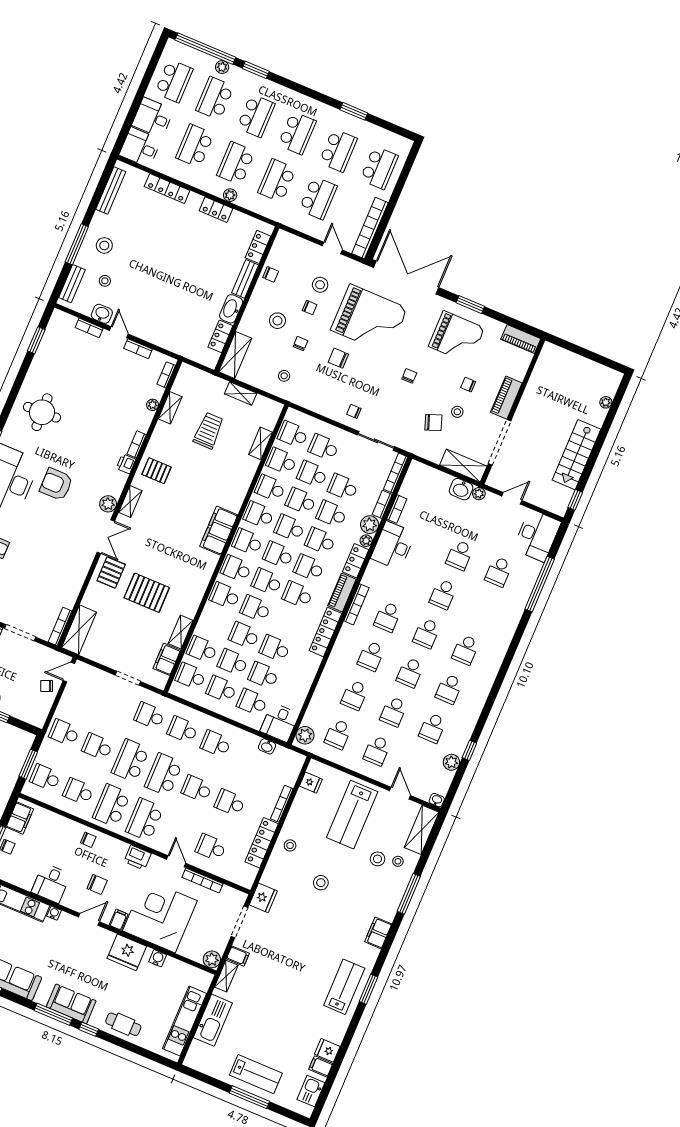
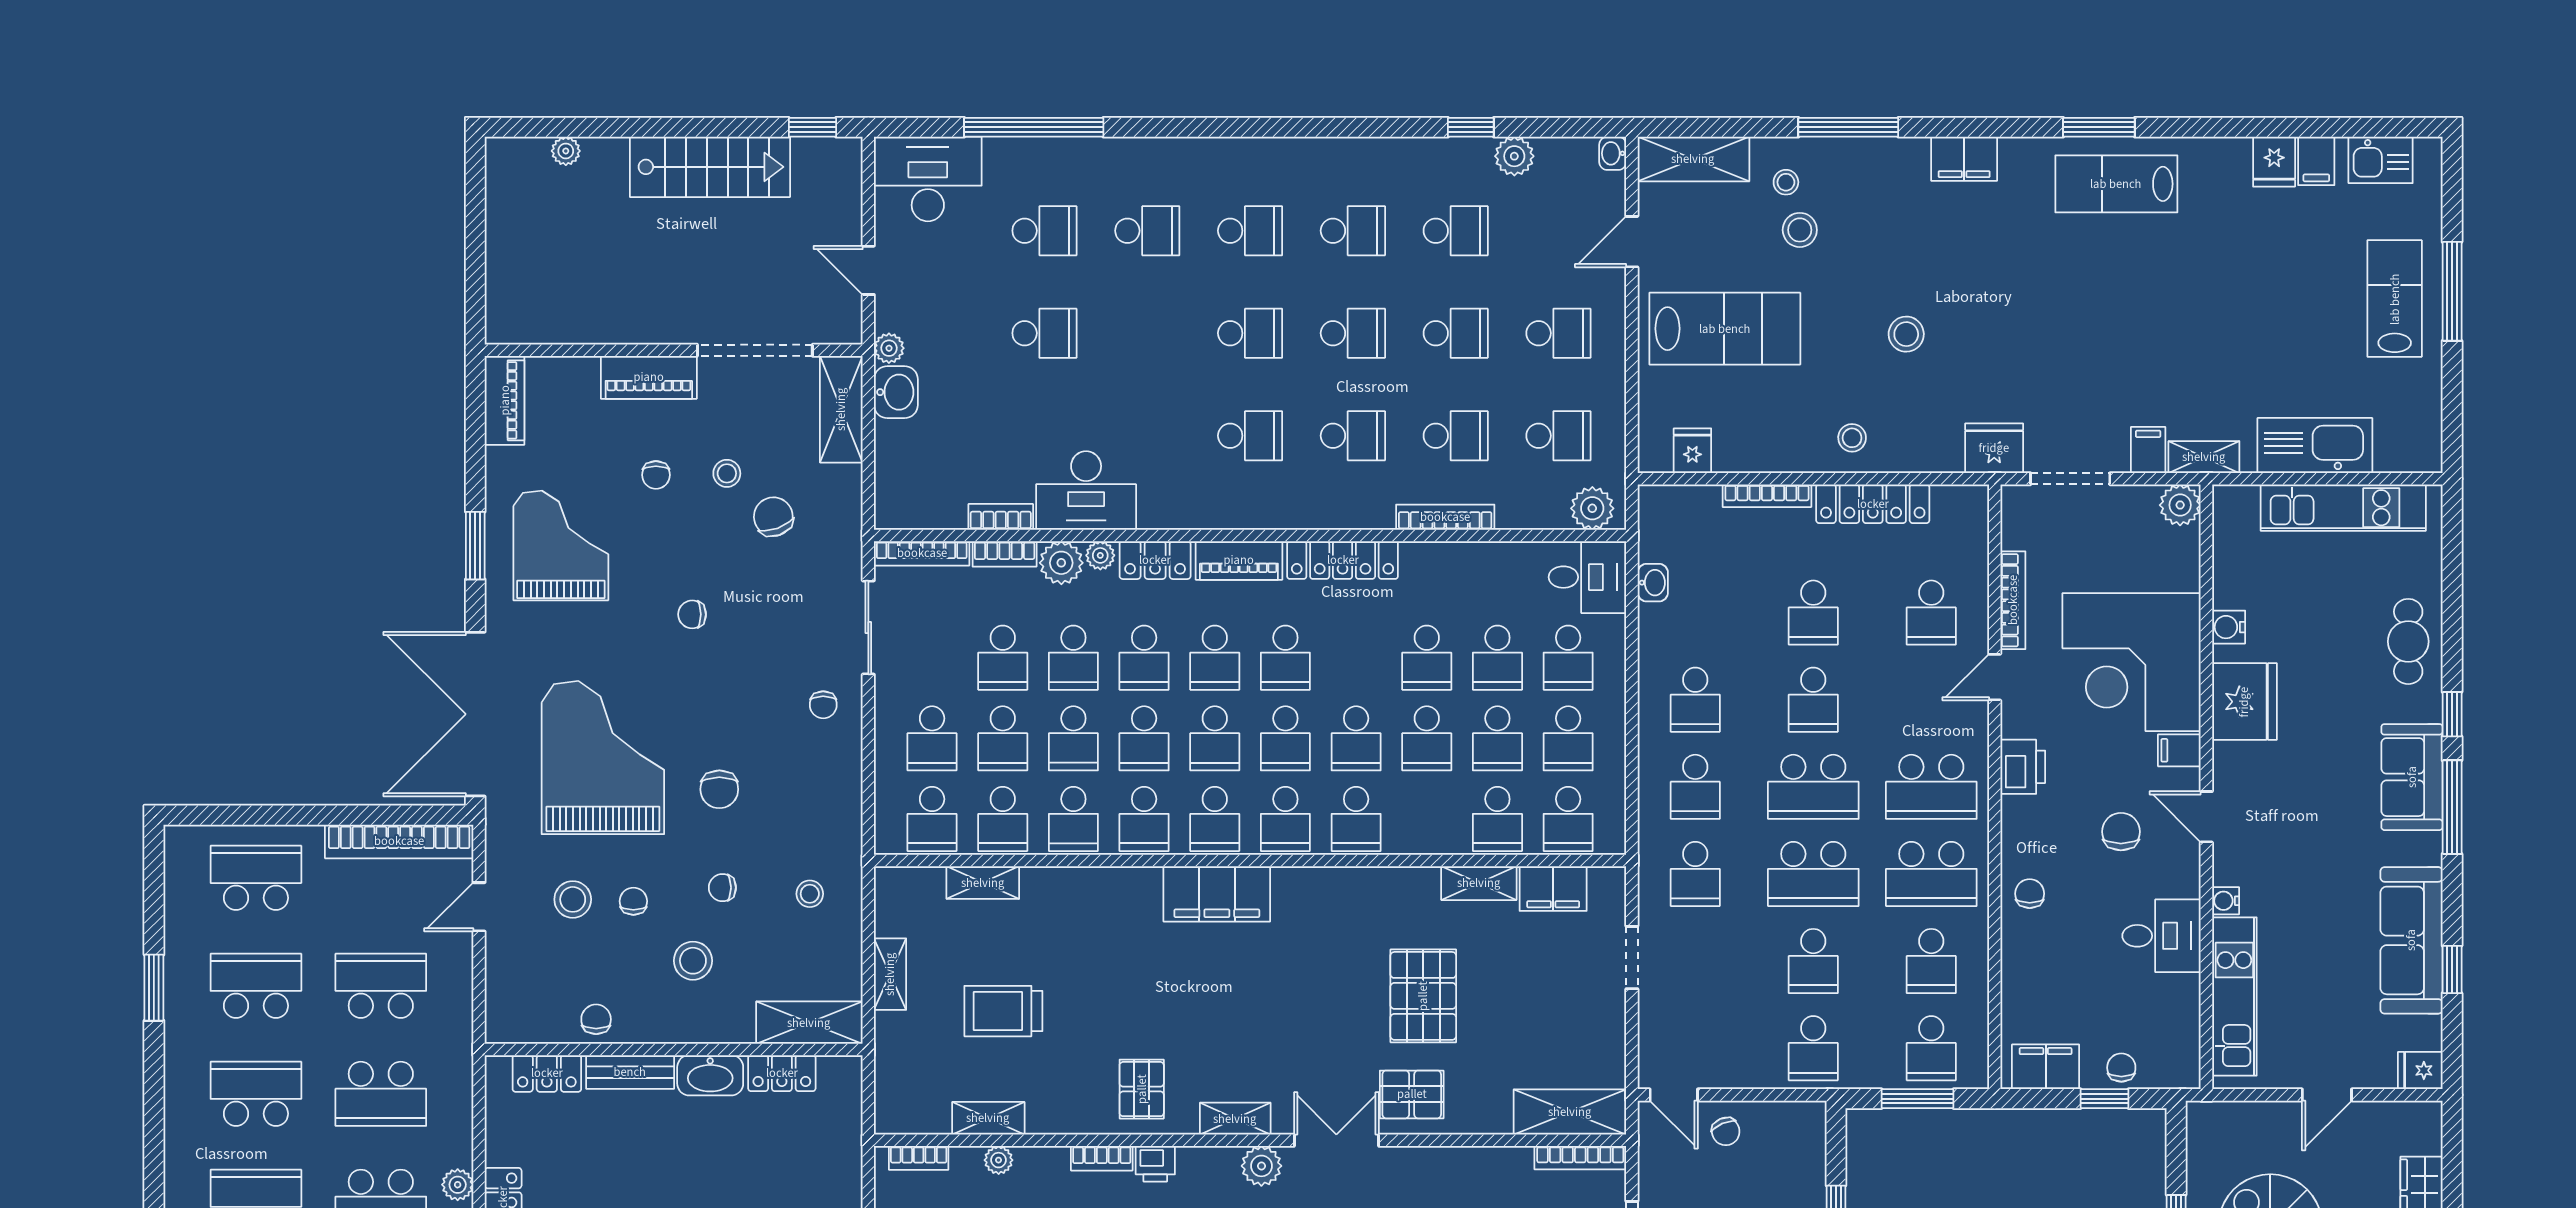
school desk: (443, 594) -> (1147, 231), moved
bookcase: (356, 604) -> (1445, 517), moved

